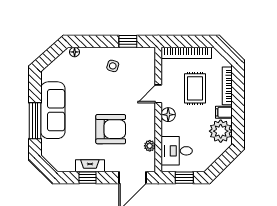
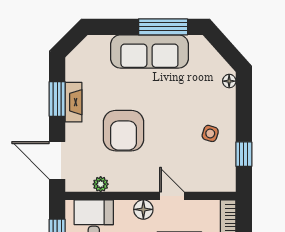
window: (35, 121) -> (163, 27), moved
window: (88, 178) -> (57, 99), width x1.50

